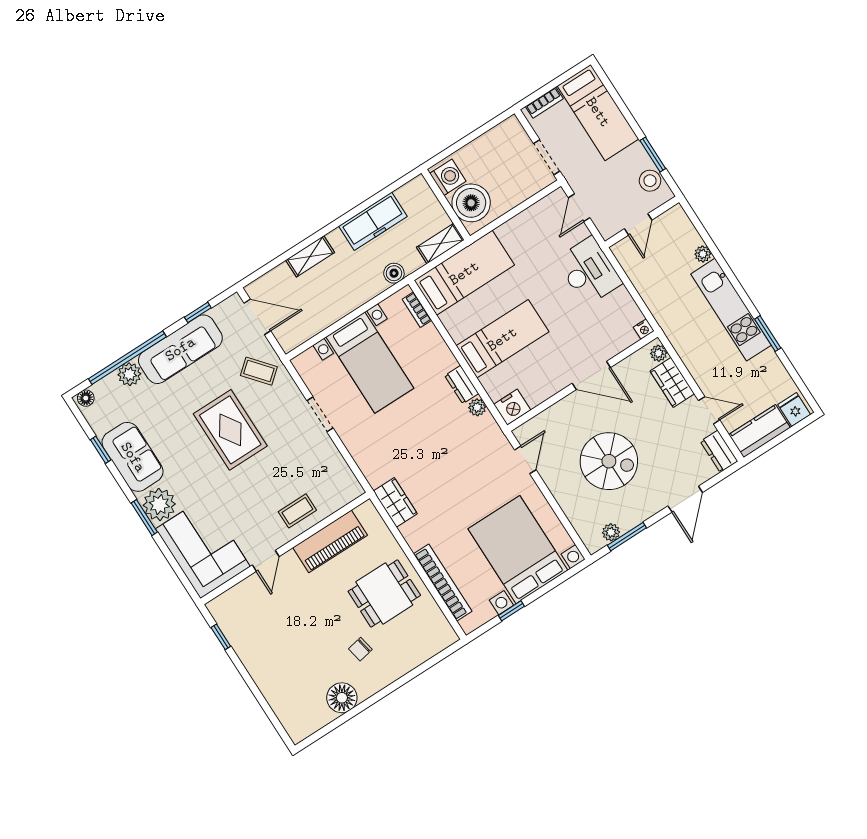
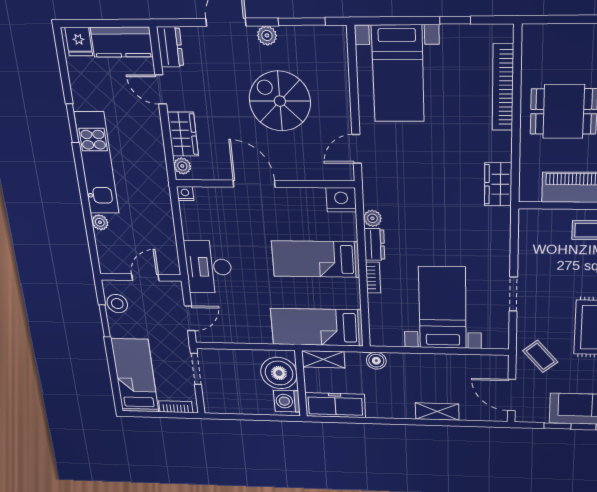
freezer: (373, 221) -> (335, 405), moved
bookcase: (417, 310) -> (373, 278), moved
plant: (611, 532) -> (267, 35), moved
bed with nightstands: (518, 550) -> (398, 74), width x0.73

